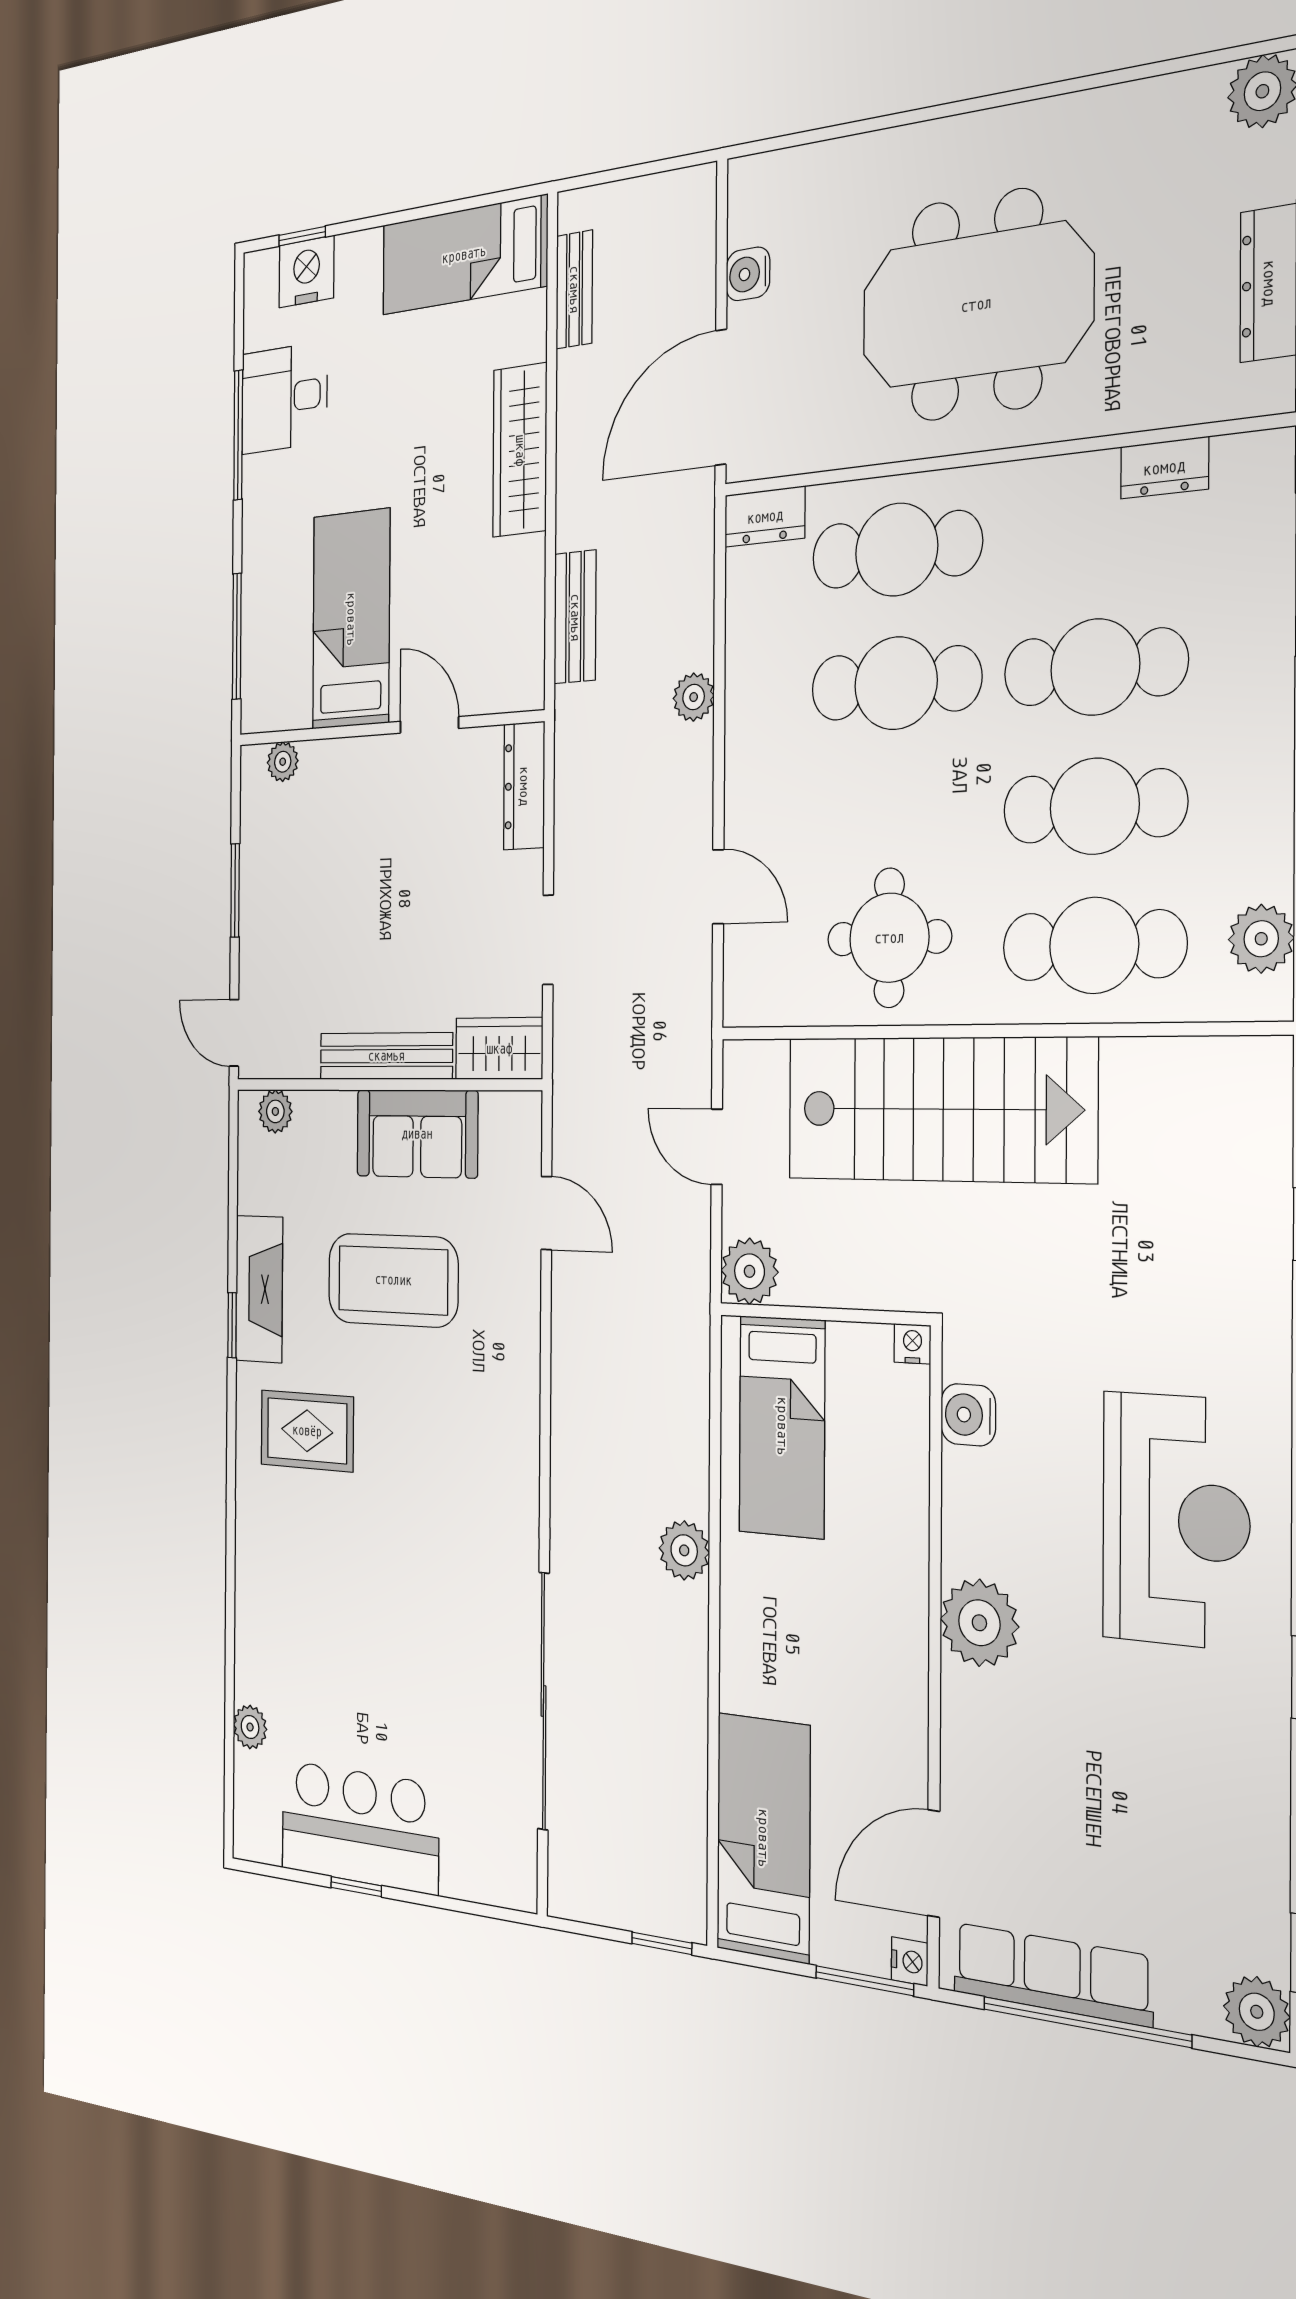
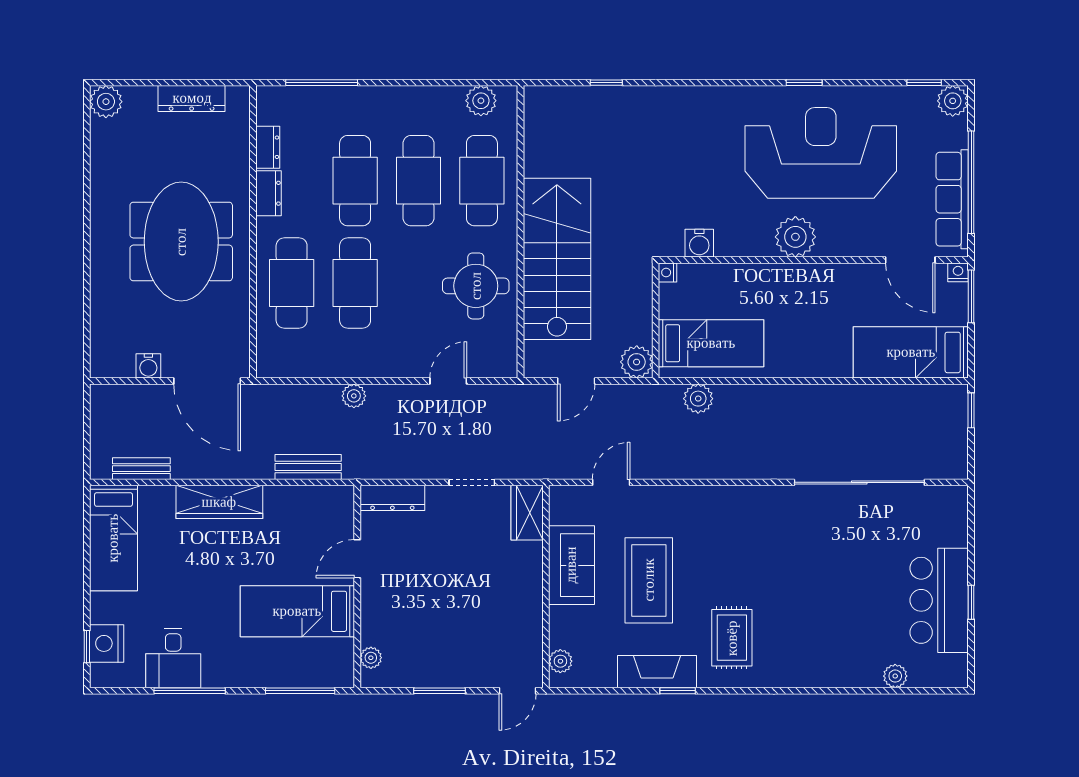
dresser: (765, 517) -> (269, 193), moved
bench: (386, 1056) -> (531, 586), removed
reception desk: (1176, 1520) -> (821, 153), moved, width x1.36, depth x1.30
plant: (684, 1550) -> (698, 399), moved

